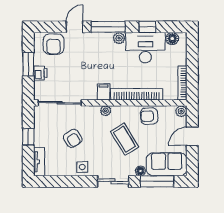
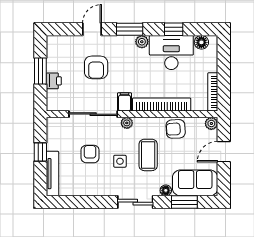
window: (108, 27) -> (130, 29), width x0.69
armchair: (54, 44) -> (96, 67), moved
sliding door: (60, 103) -> (93, 114), moved
armchair: (73, 138) -> (90, 154), turned -148
coffee table: (125, 139) -> (148, 155), turned 31
tv unit: (39, 162) -> (52, 174), width x1.41
side table: (82, 167) -> (120, 161), moved
window: (157, 181) -> (184, 202), width x0.69

